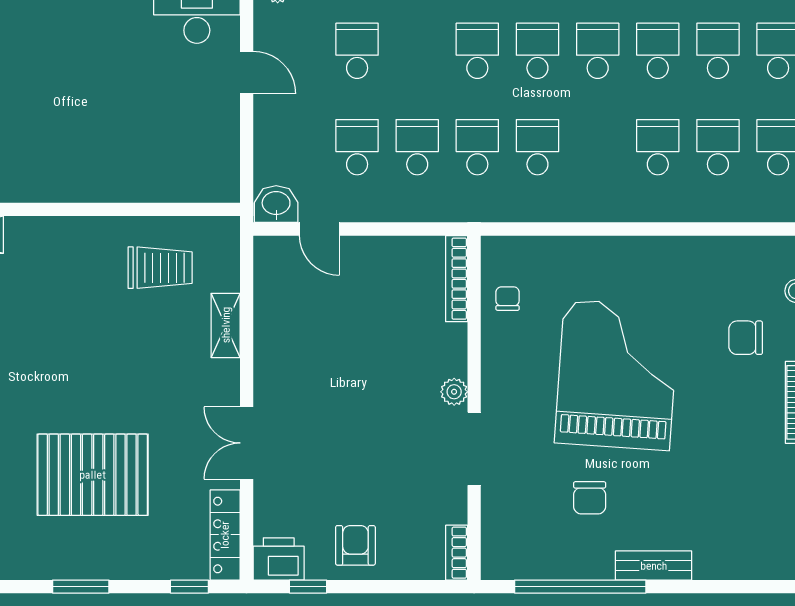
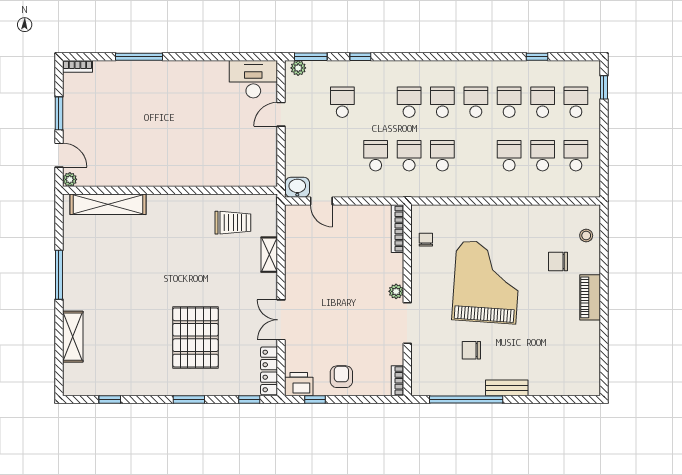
door: (247, 73) -> (281, 114), swing flipped
school desk: (357, 147) -> (342, 156), removed
pallet: (93, 475) -> (195, 337), turned 90
chair: (590, 498) -> (471, 350), turned 90

